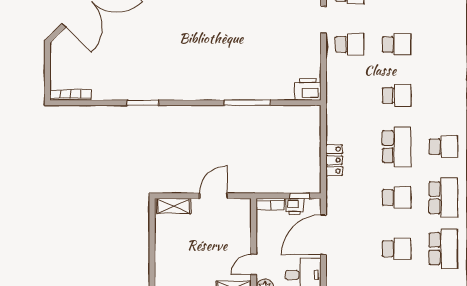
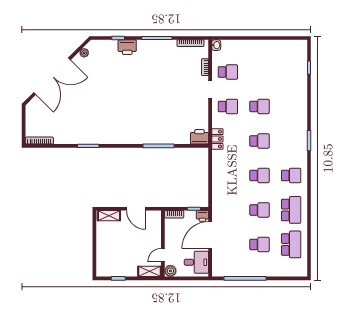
school desk: (397, 147) -> (260, 175), width x0.54
locker: (334, 160) -> (217, 139), moved
door: (214, 196) -> (136, 209), swing flipped
printer: (295, 206) -> (202, 216), moved

